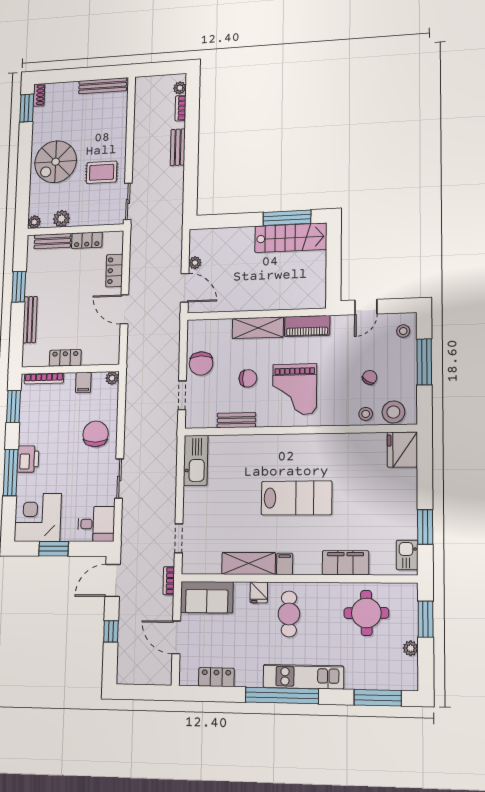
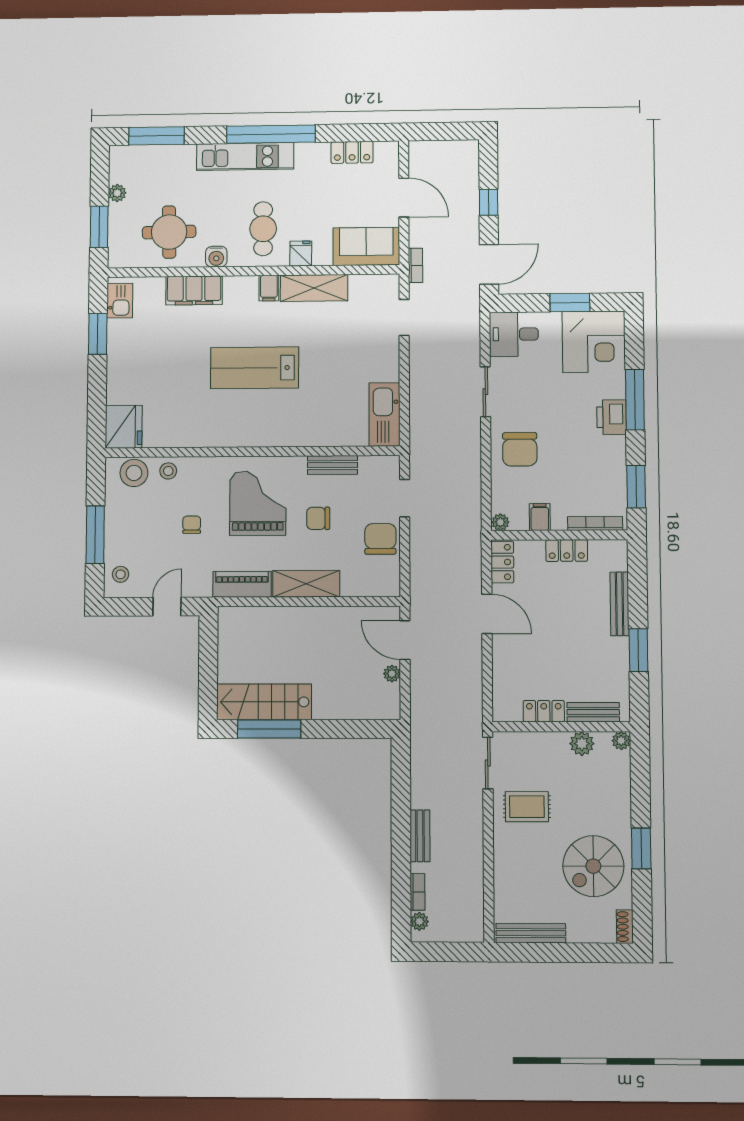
window: (27, 108) -> (641, 848), moved
spiral stairs: (56, 162) -> (593, 866), moved, turned 180
locker: (114, 271) -> (502, 562), moved
chair: (370, 377) -> (192, 525), moved, turned 148
water cooler: (327, 591) -> (216, 257), added

